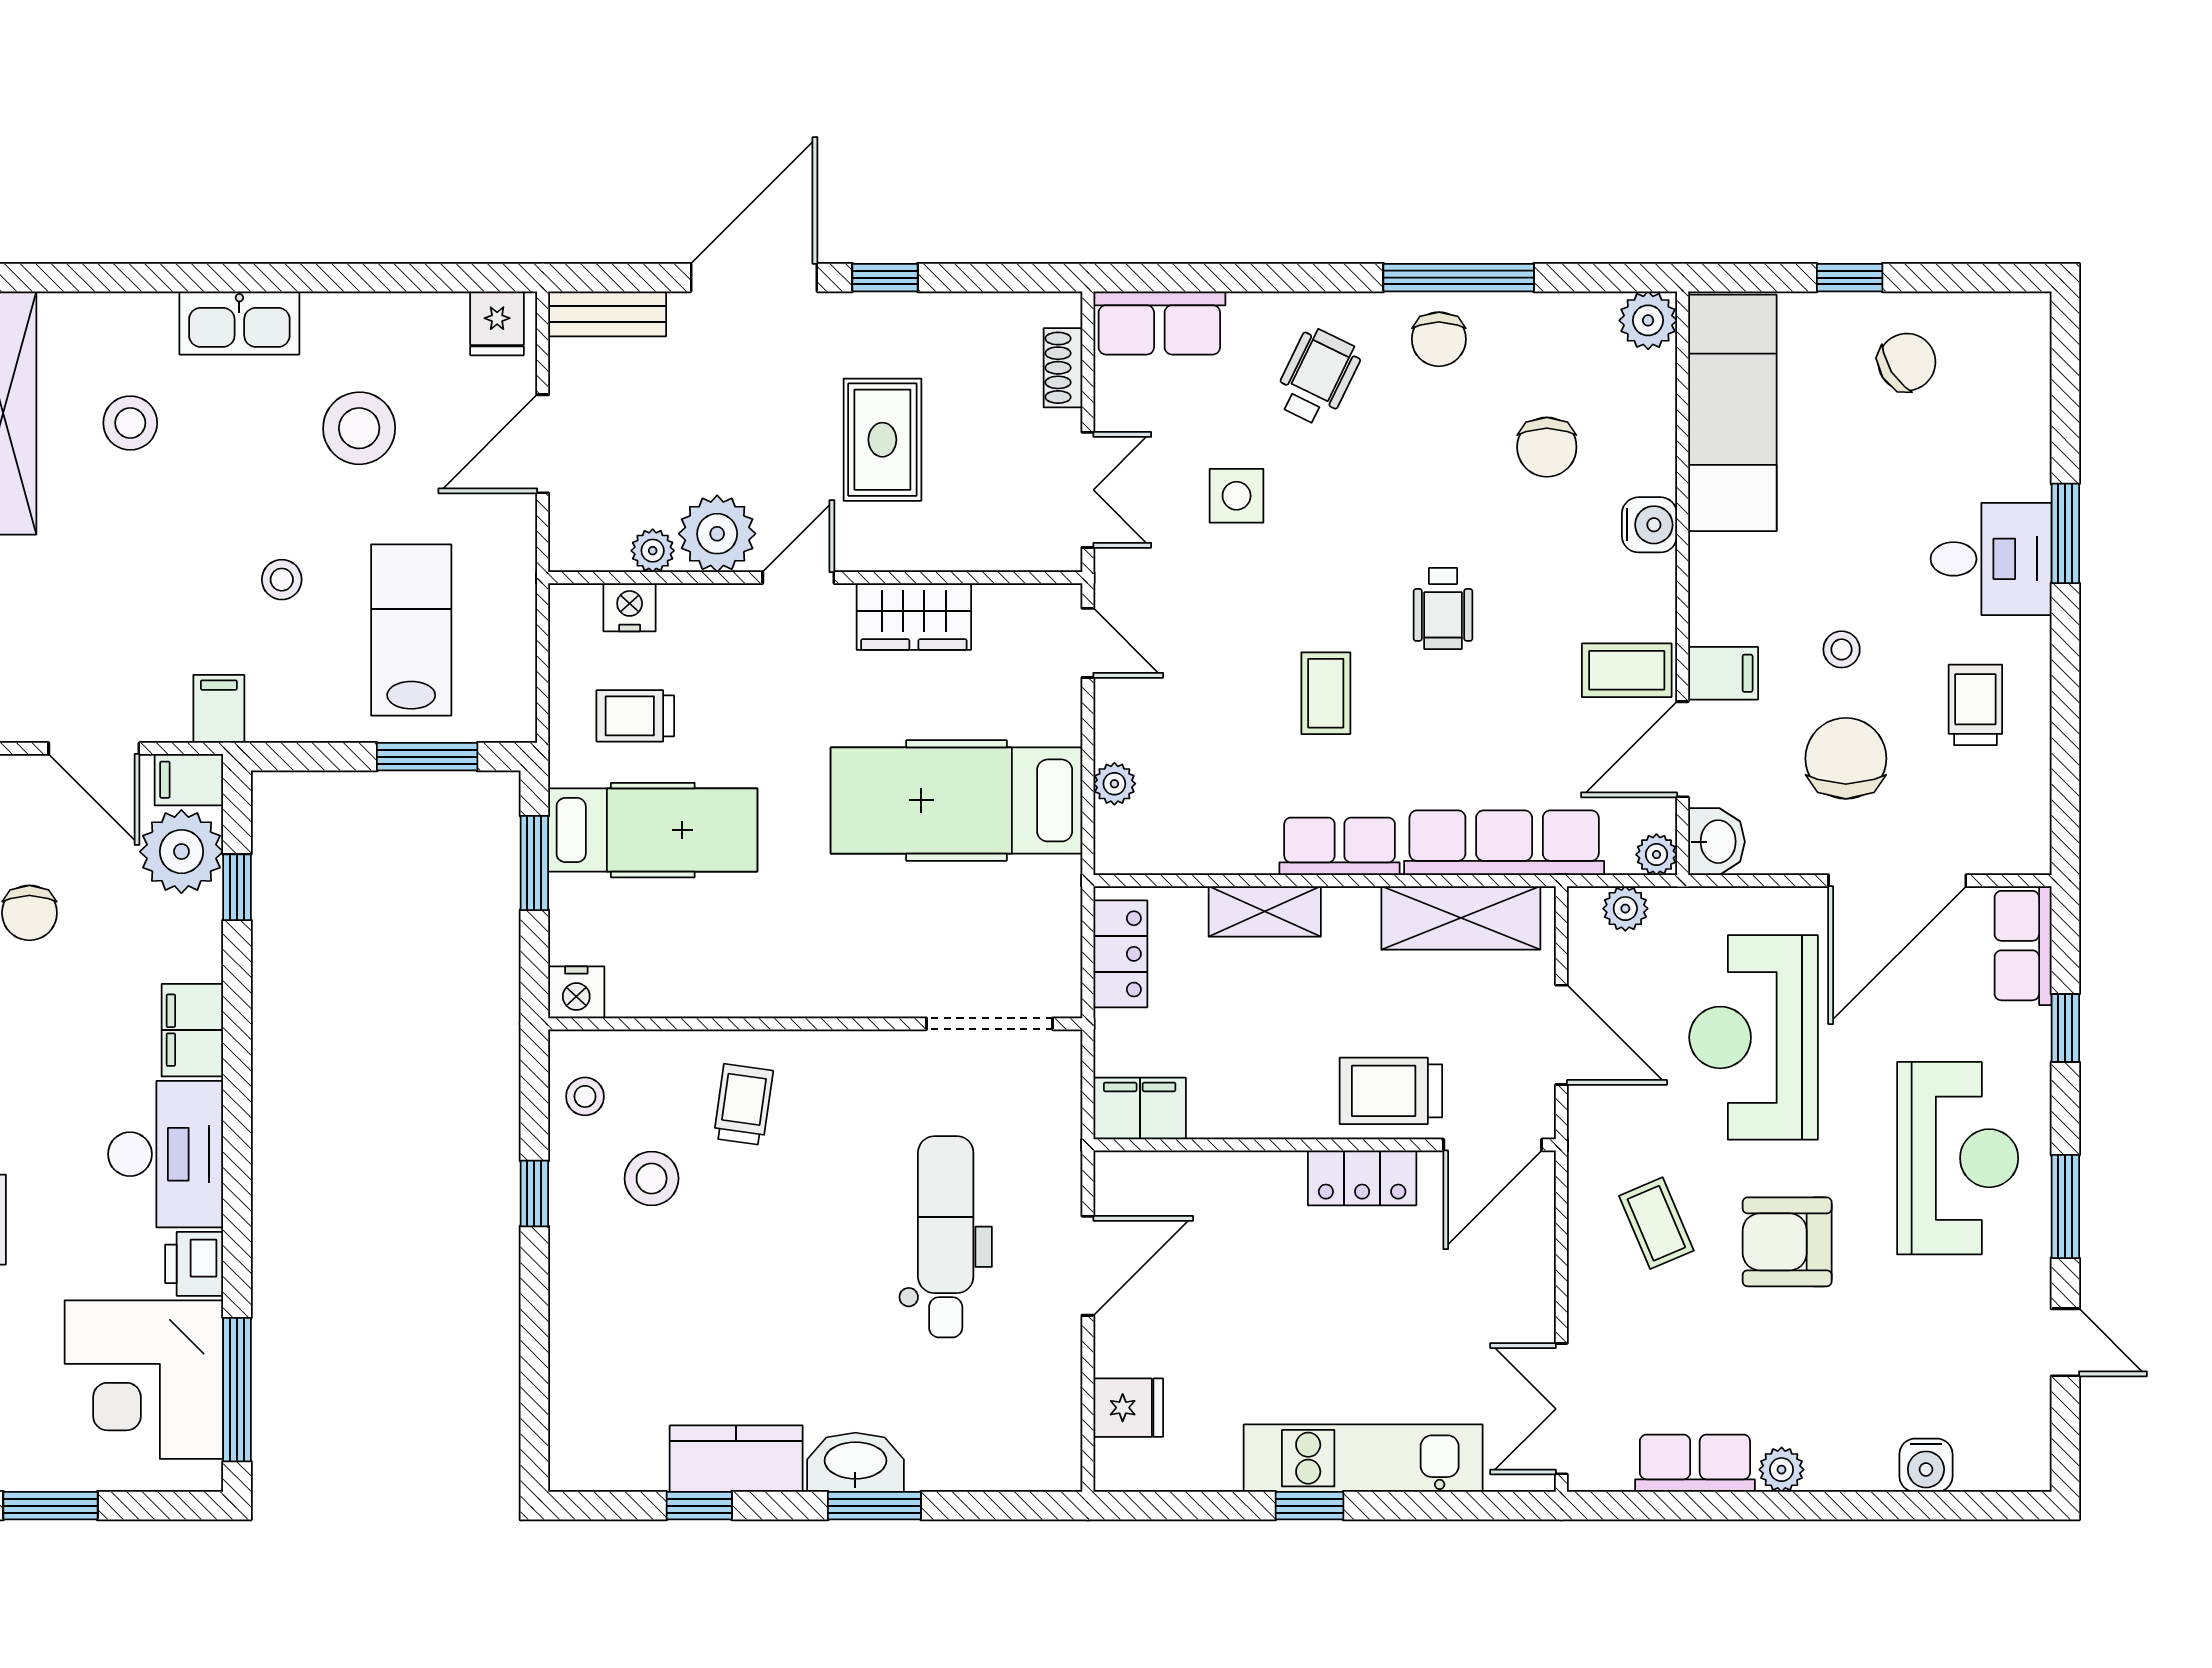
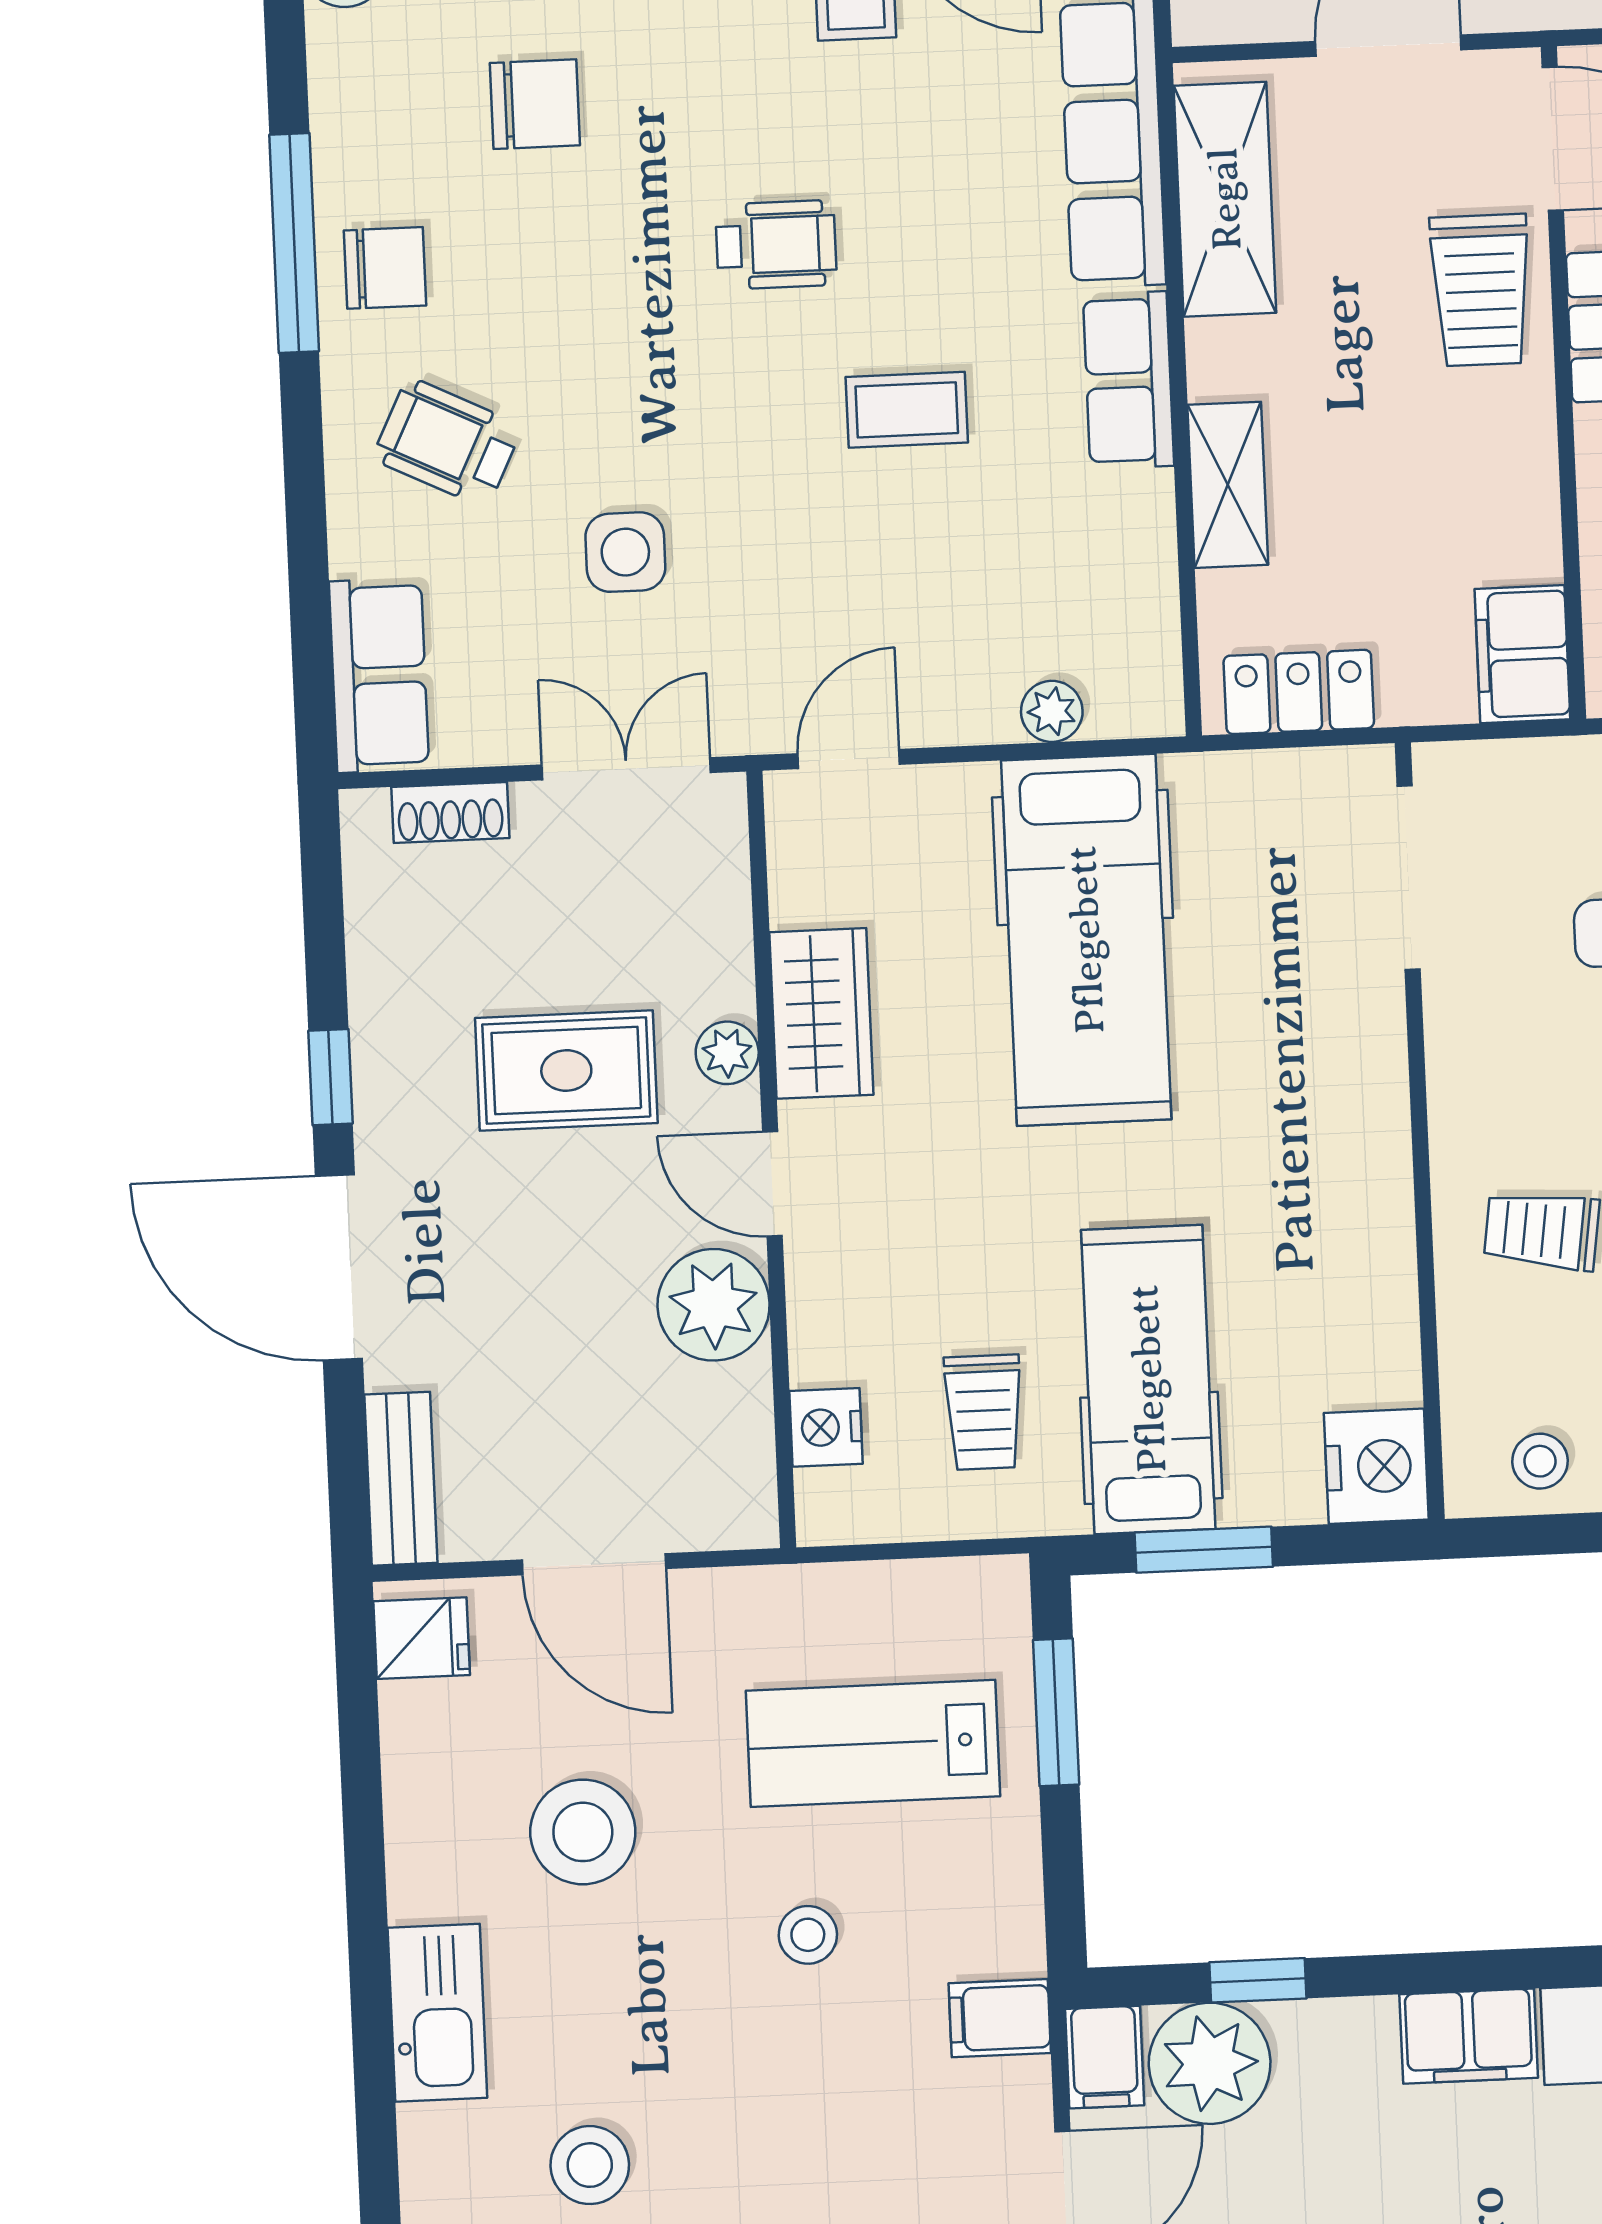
plant: (653, 551) -> (727, 1053), moved
nightstand: (576, 992) -> (1376, 1466), width x1.36, depth x1.33

